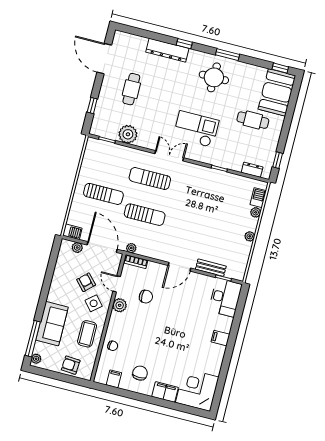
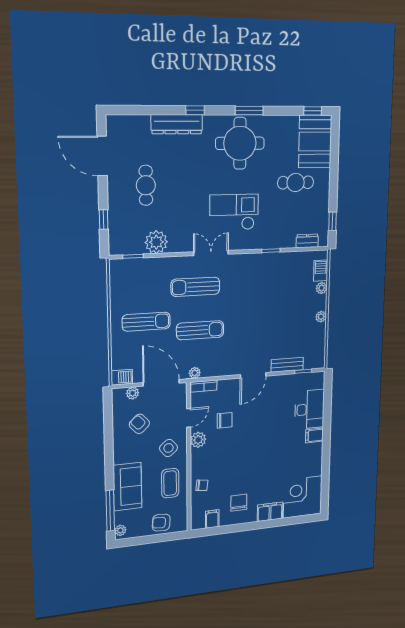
round table: (214, 77) -> (240, 143), width x1.36, depth x1.36
armchair: (86, 282) -> (139, 424), moved
door: (117, 284) -> (189, 418), swing flipped
desk: (225, 298) -> (309, 409), moved

